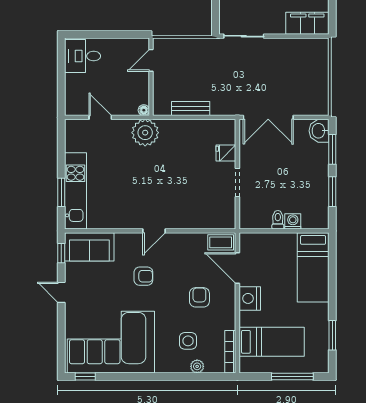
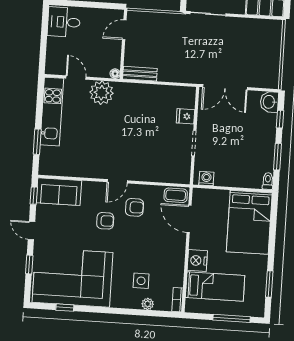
bench: (191, 109) -> (140, 74), moved
plant: (145, 133) -> (102, 93), moved
window: (332, 149) -> (280, 119), width x0.67
kitchen unit: (76, 191) -> (52, 112), moved
toilet: (278, 220) -> (268, 181), moved
washing machine: (293, 221) -> (206, 179), moved
bed: (313, 267) -> (249, 222), width x1.50
armchair: (199, 297) -> (135, 207), moved, turned 90
nightstand: (250, 298) -> (197, 261), moved
window: (61, 331) -> (29, 264), added
bookcase: (230, 352) -> (177, 300), width x0.64
window: (85, 376) -> (65, 308), moved

